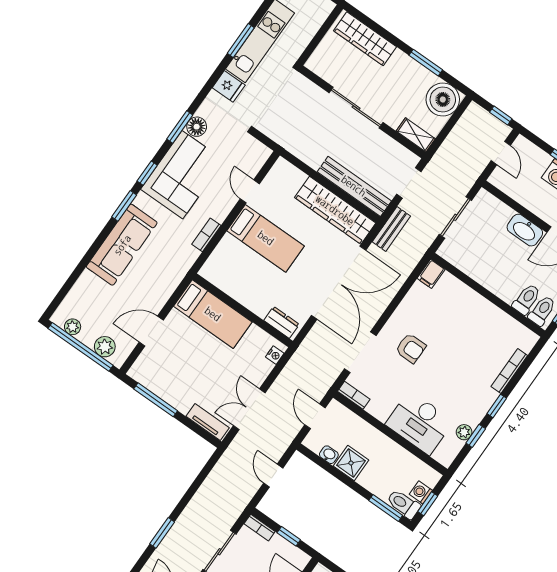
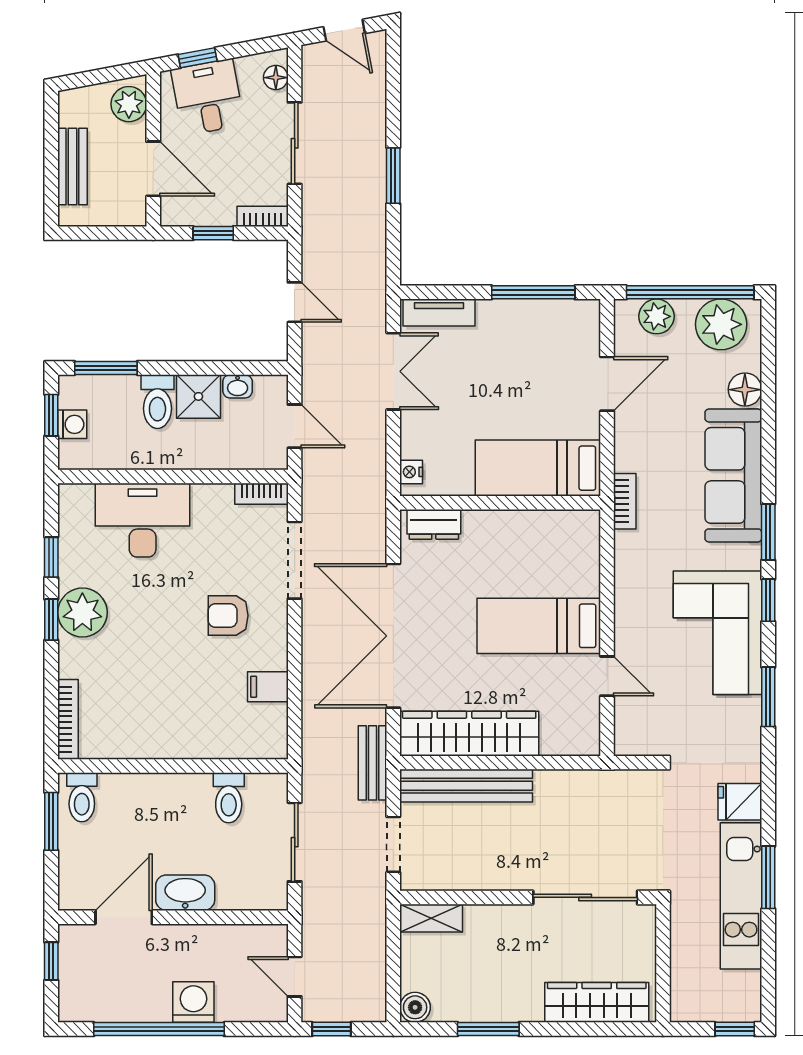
boiler: (443, 100) -> (415, 1007), width x0.54, depth x0.54
sliding door: (356, 108) -> (585, 897), moved
floor lamp: (197, 127) -> (745, 390), moved
bookcase: (206, 235) -> (625, 501), moved
filing cabinet: (431, 274) -> (268, 687), moved, turned -90
toilet: (526, 299) -> (229, 798), moved
plant: (73, 327) -> (721, 324), width x1.87, depth x1.87
bookcase: (509, 371) -> (68, 719), moved
plant: (464, 432) -> (82, 613), moved, width x1.88, depth x1.88
toilet: (403, 504) -> (157, 402), moved, turned 90
window: (162, 533) -> (393, 176), moved

